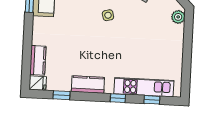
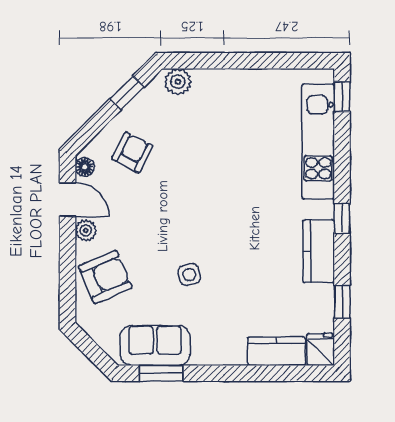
side table: (108, 15) -> (189, 275), moved
window: (118, 98) -> (342, 218), moved
window: (152, 100) -> (342, 97), moved

